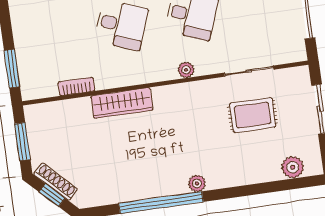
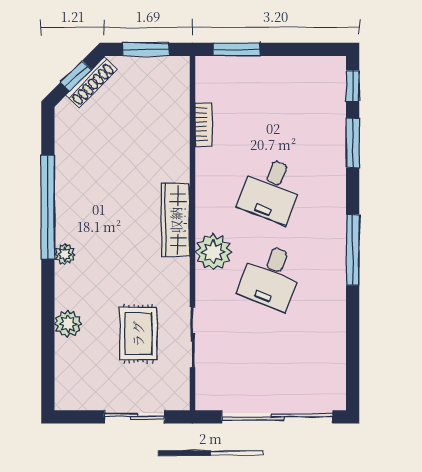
plant: (186, 70) -> (213, 252), width x1.87, depth x1.87
wardrobe: (122, 103) -> (176, 220), moved
plant: (293, 167) -> (68, 324), moved

